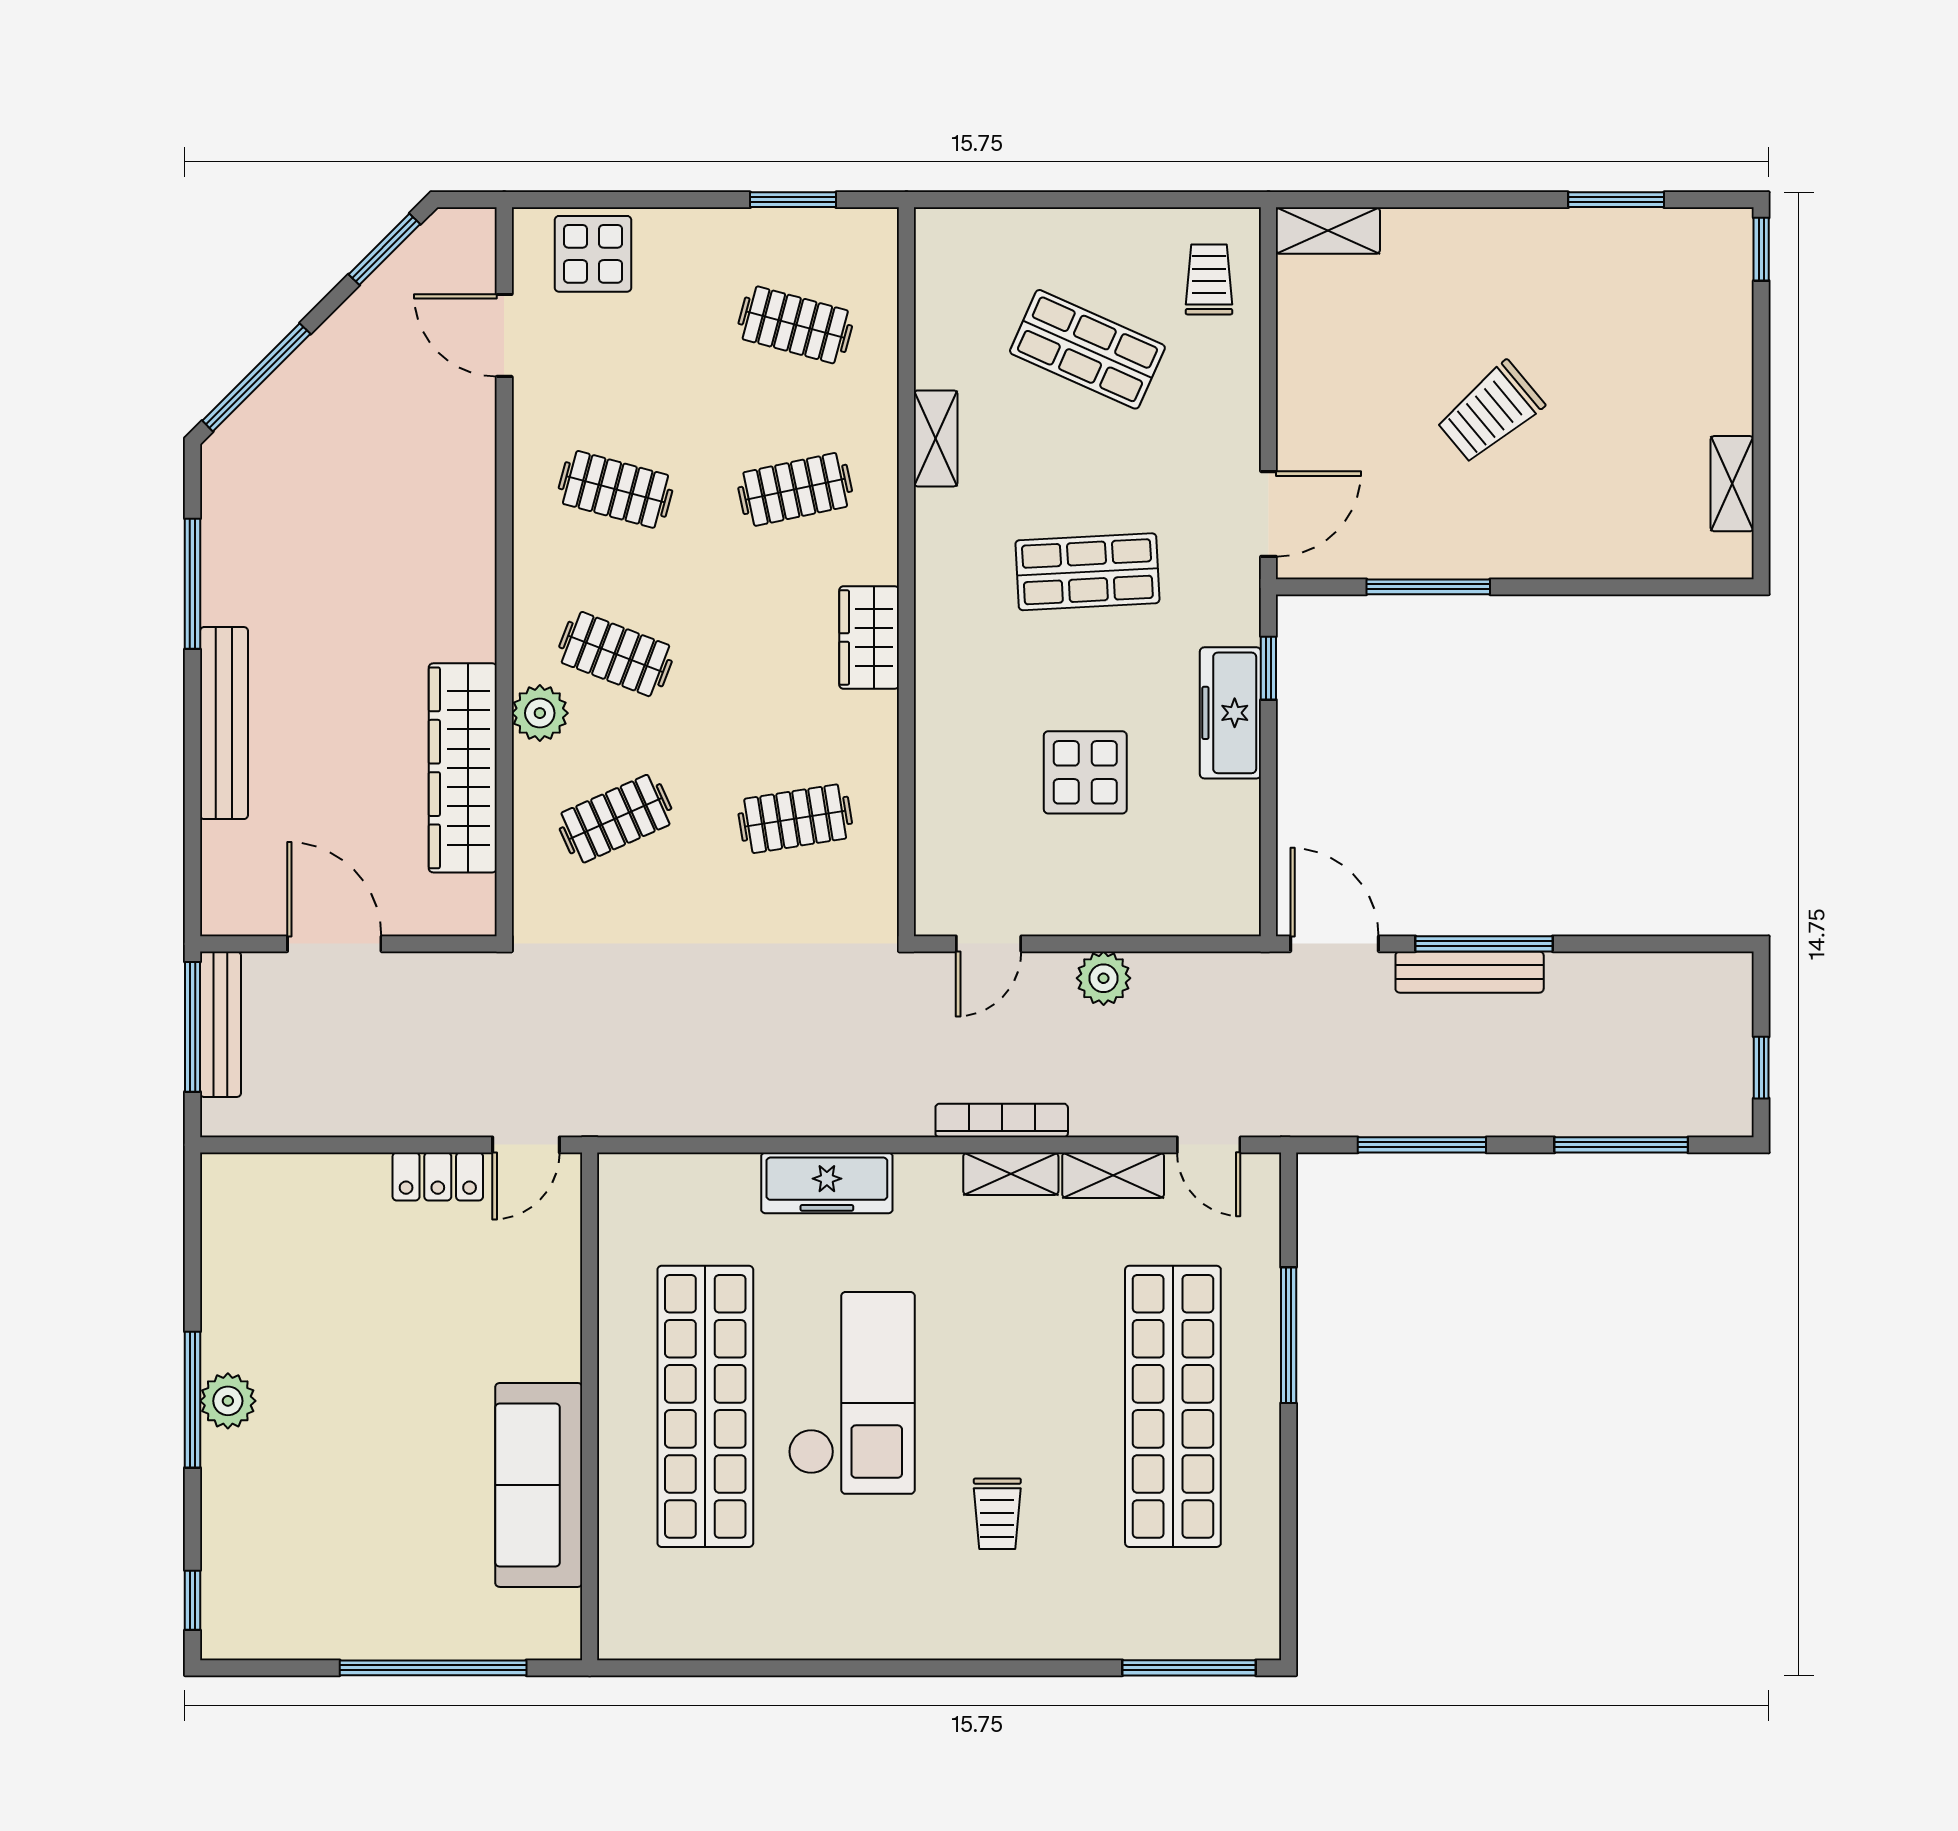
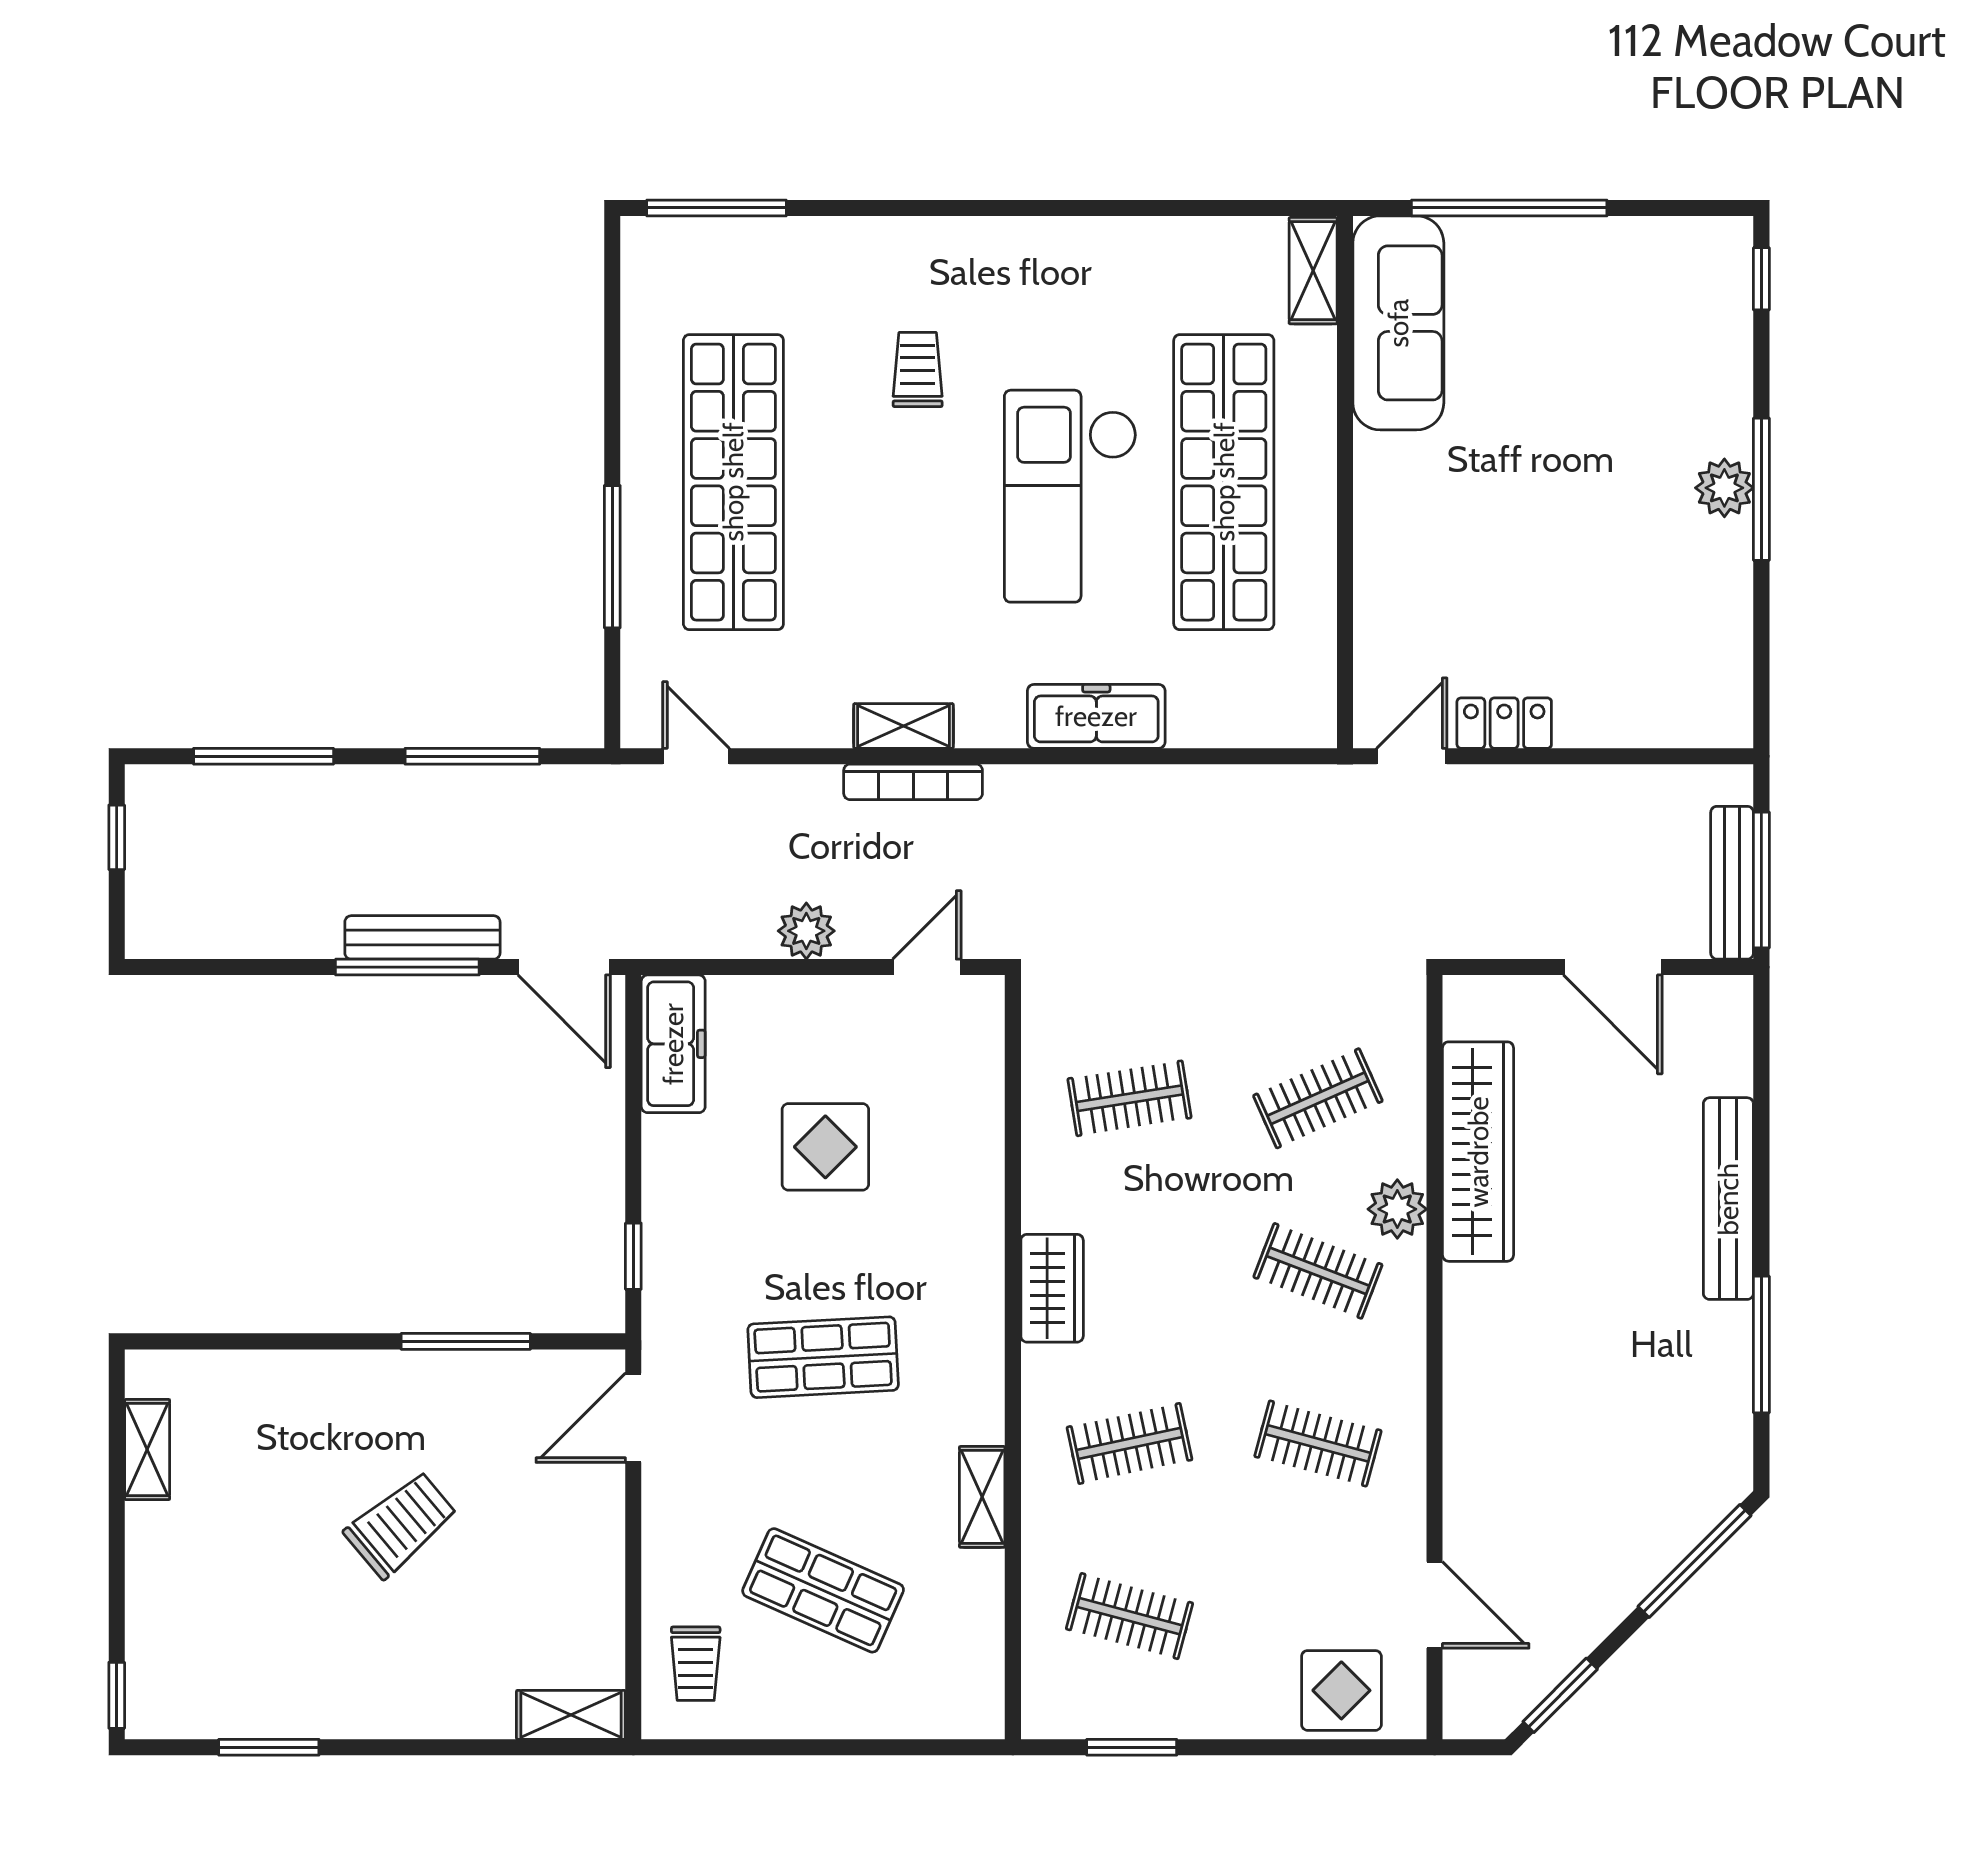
freezer: (1230, 713) -> (673, 1044), moved
shelving: (1113, 1175) -> (1313, 271), moved, turned 90
sofa: (539, 1485) -> (1398, 323), moved

